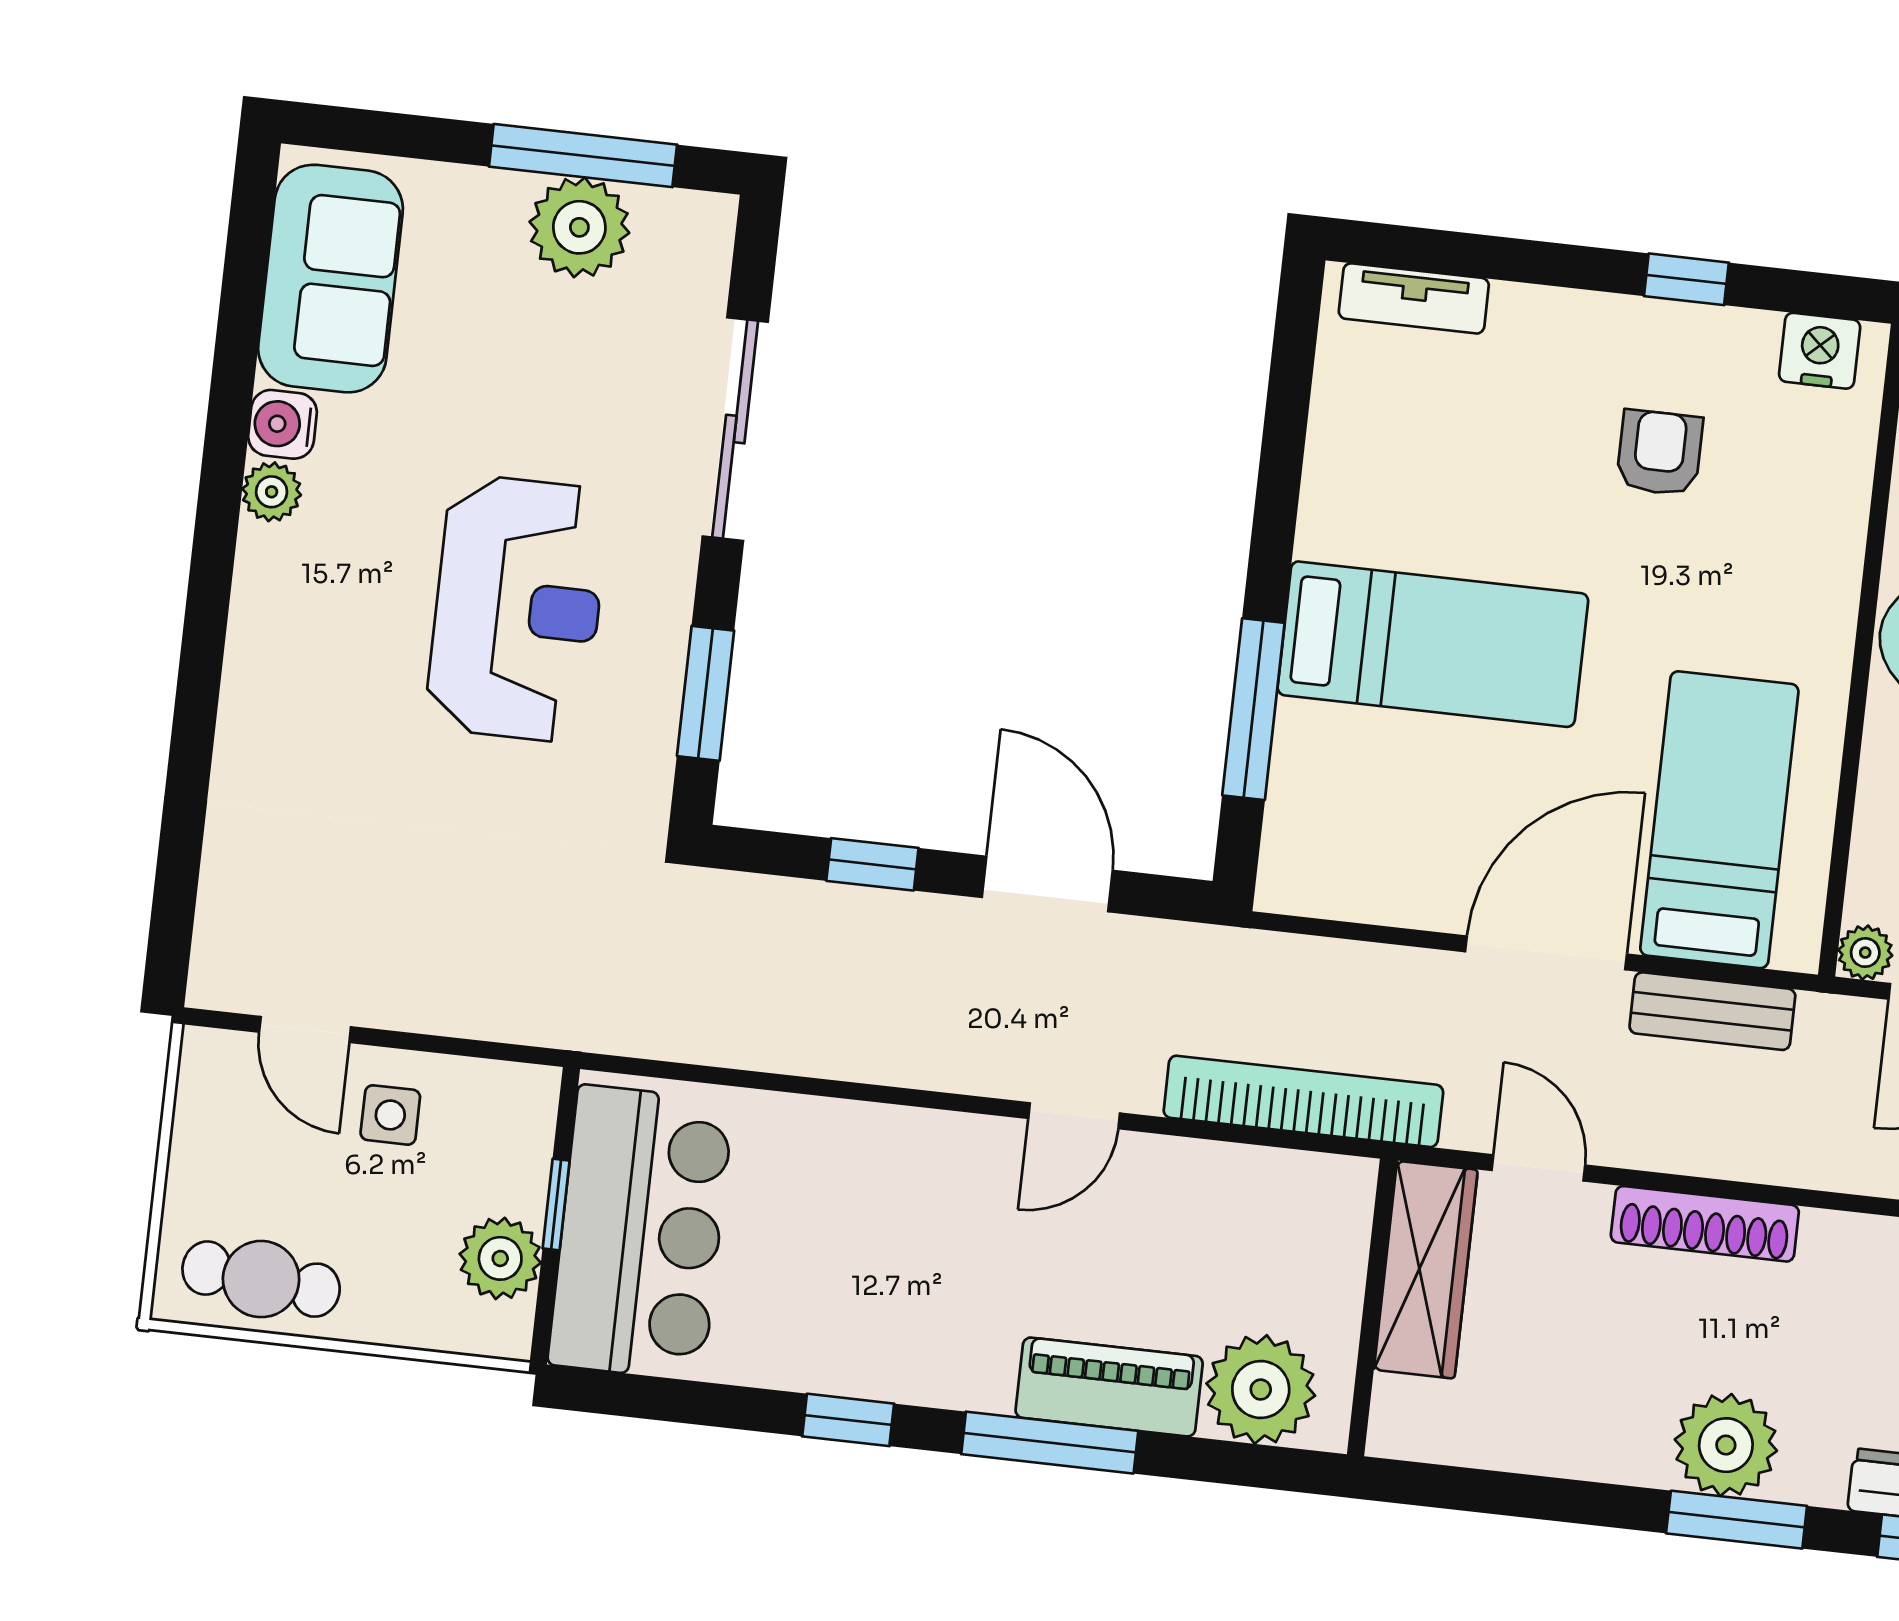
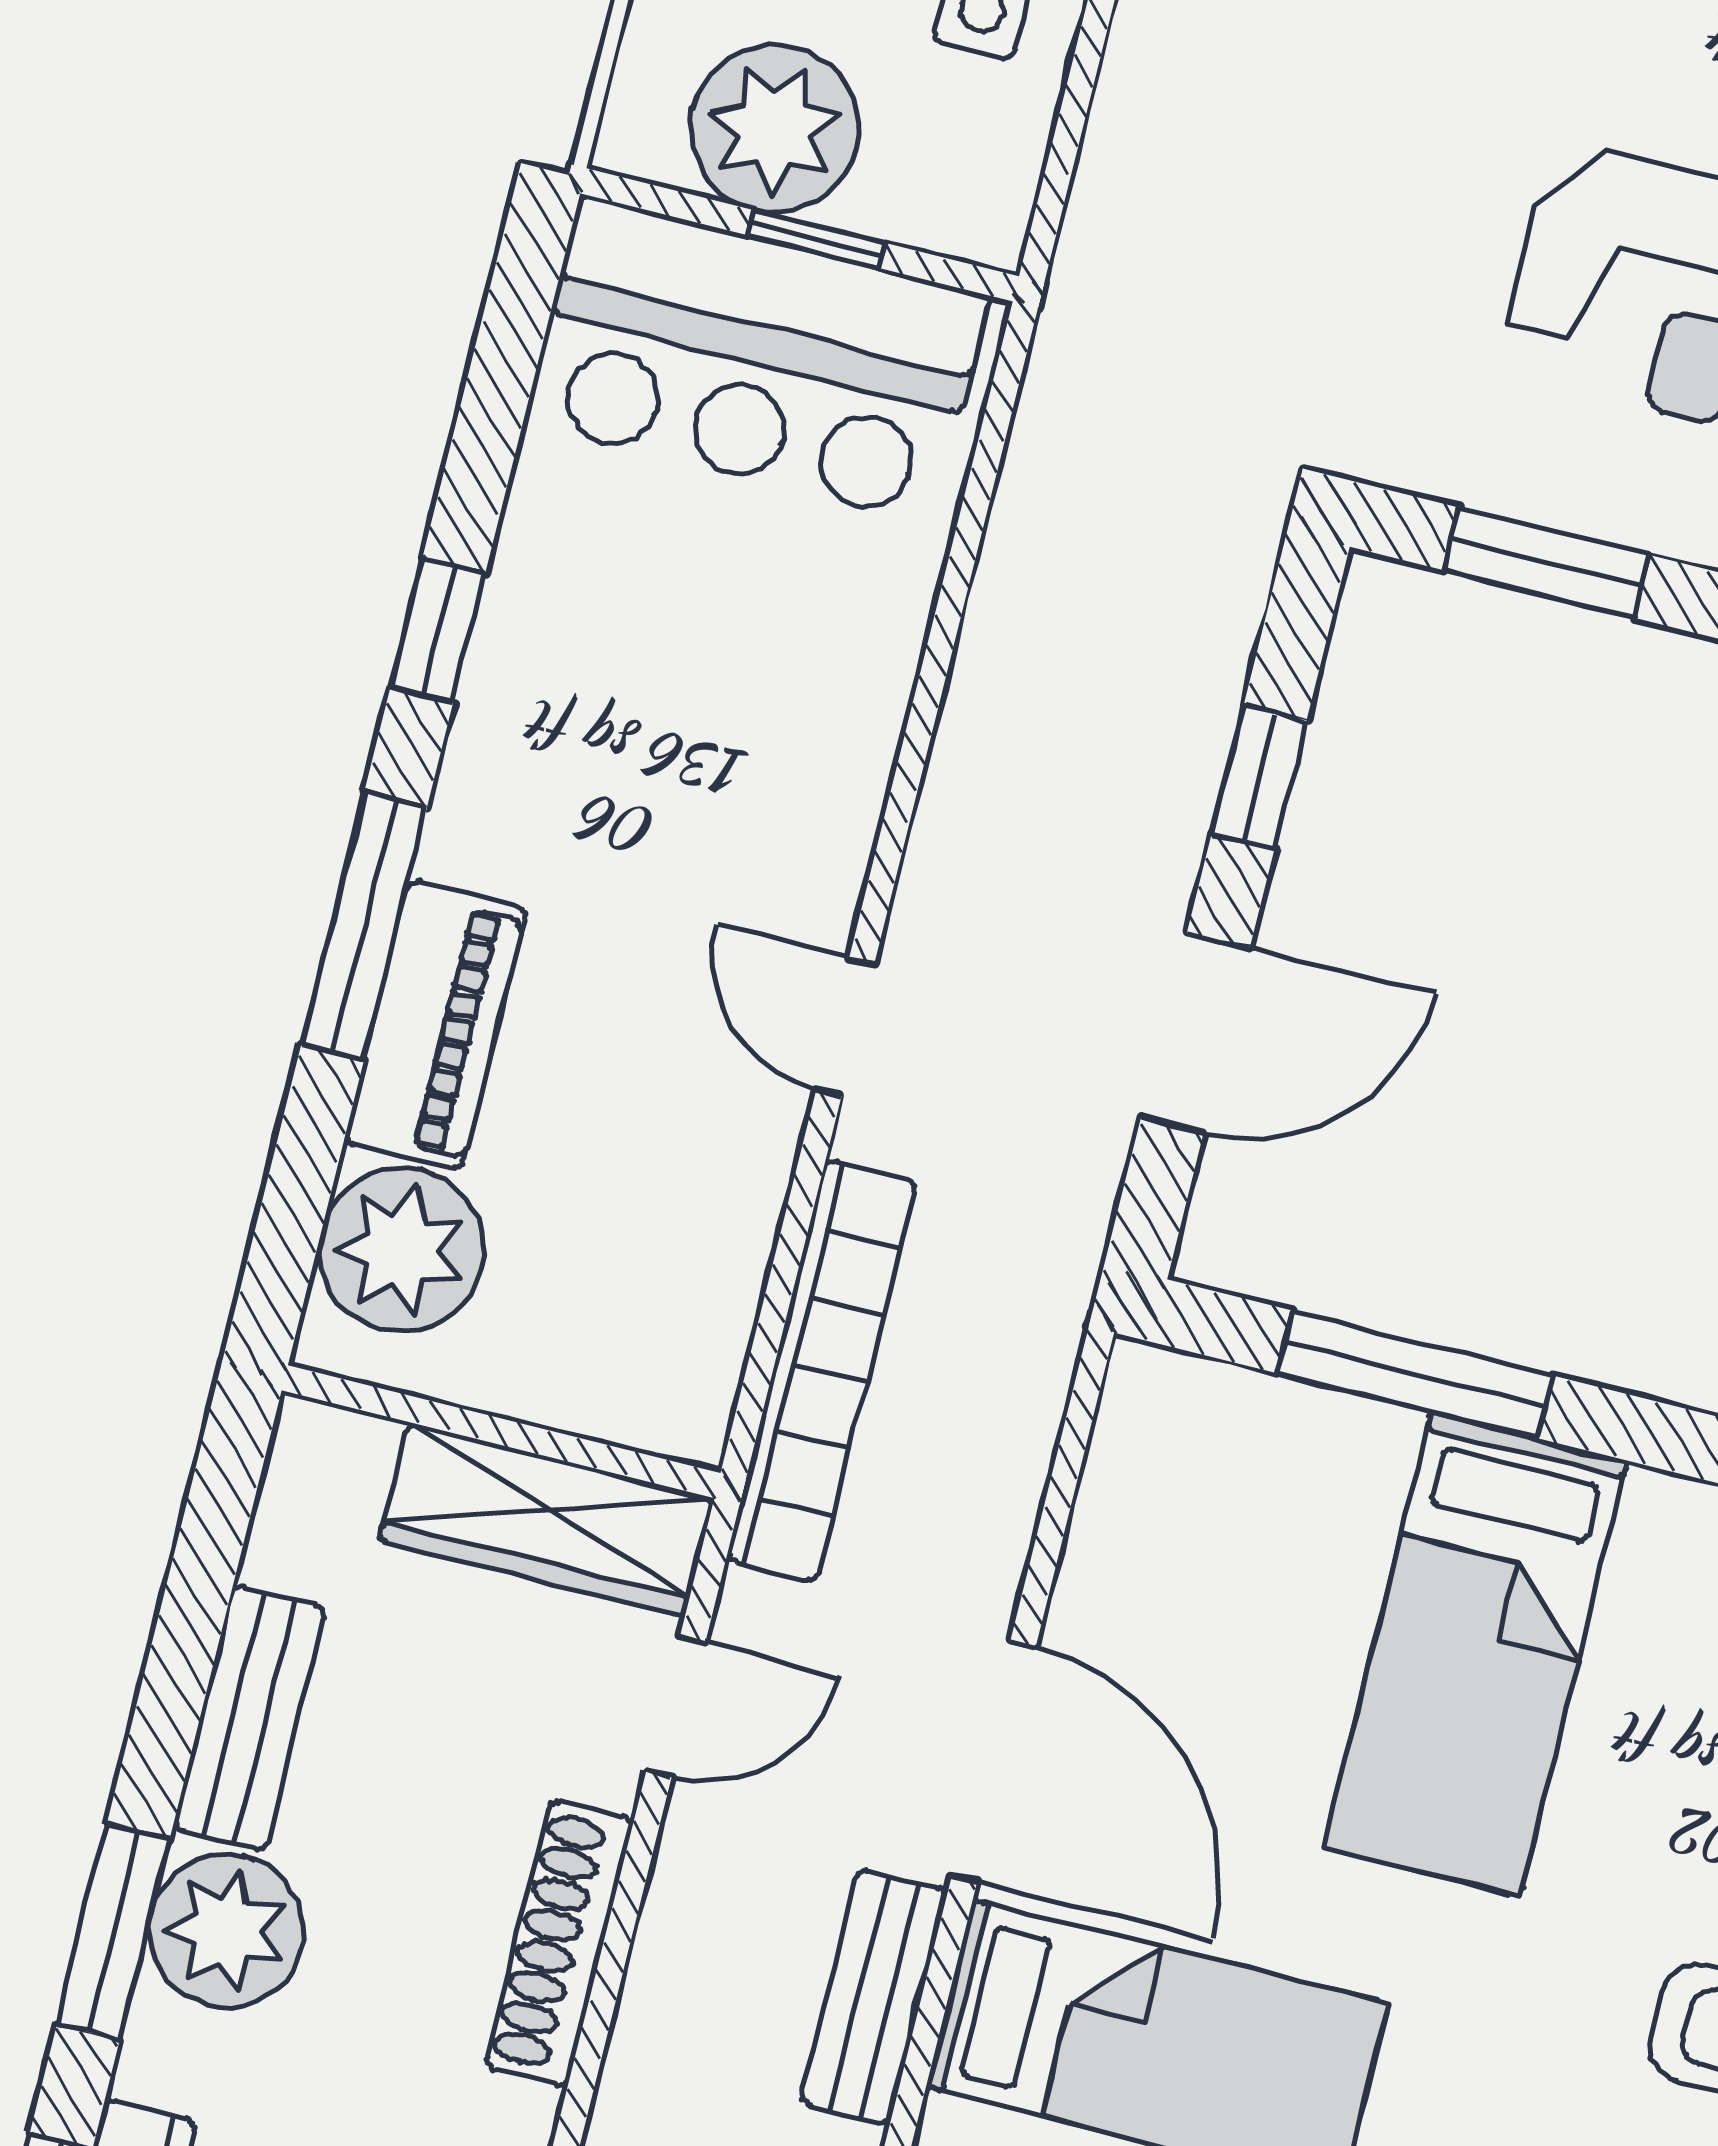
plant: (500, 1258) -> (774, 129), width x1.36, depth x1.36
bench: (1584, 1449) -> (249, 1718), added

